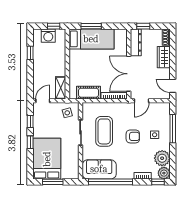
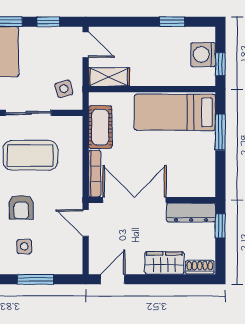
bed: (91, 39) -> (175, 112), moved, turned 90
window: (173, 129) -> (35, 279), width x0.69

